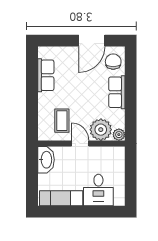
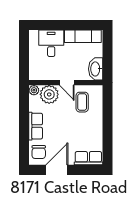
row of seats: (46, 75) -> (88, 158), moved, turned 90

